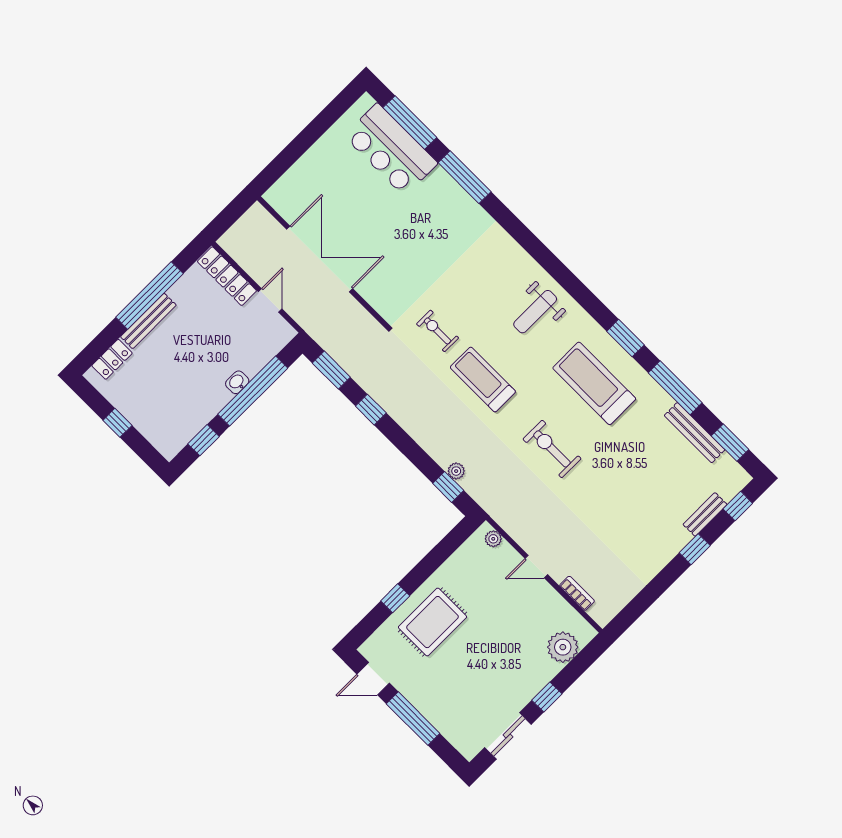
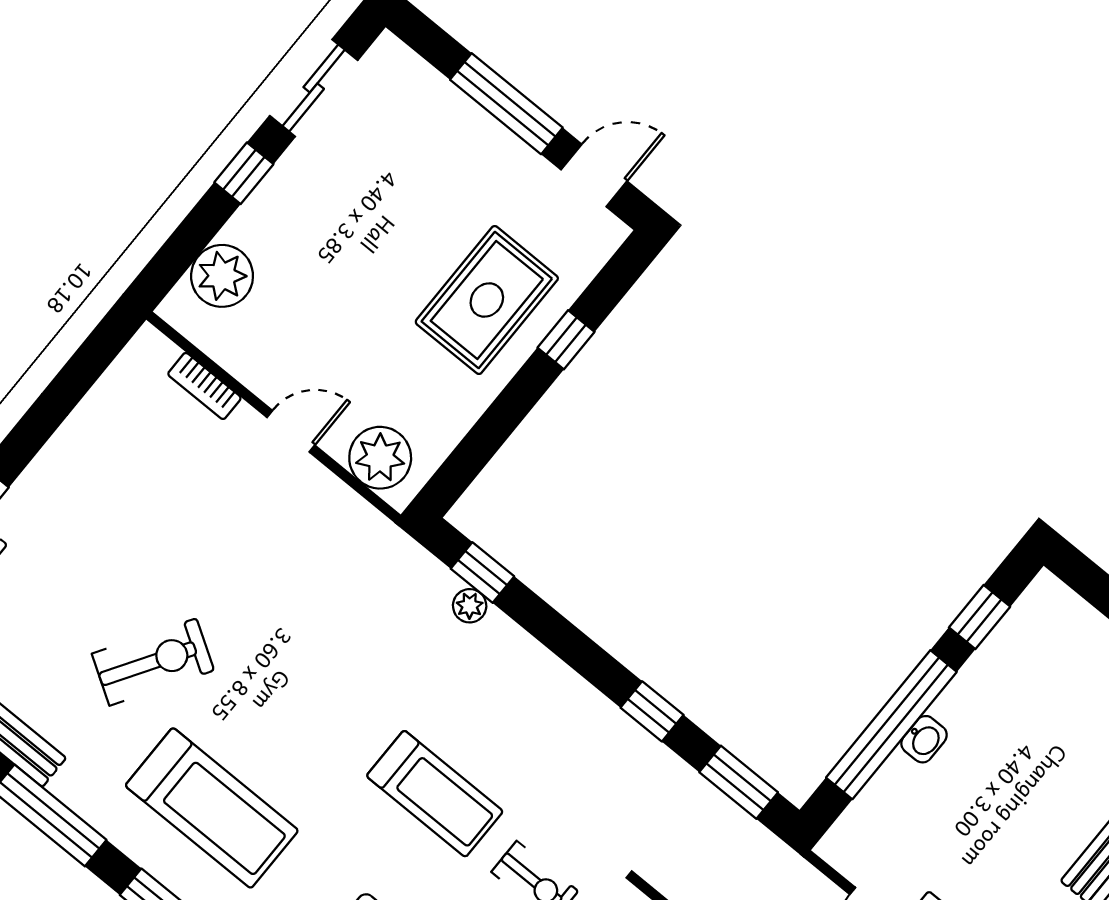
exercise bike: (552, 449) -> (153, 662), moved, turned -58
plant: (493, 539) -> (380, 458), width x1.88, depth x1.88

